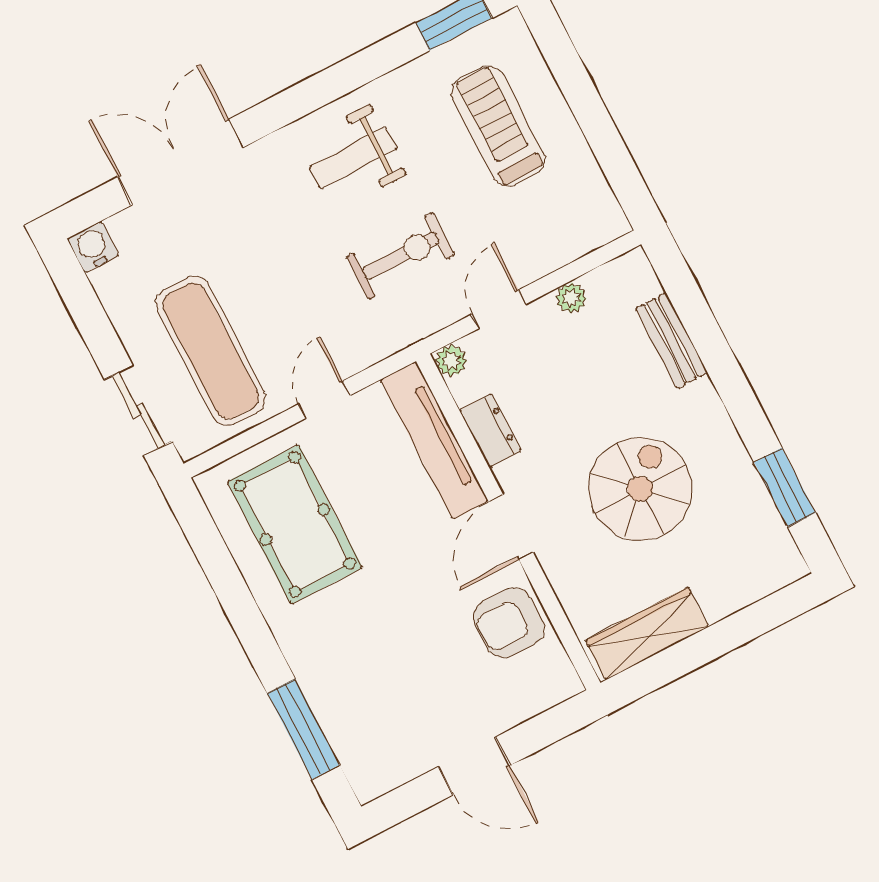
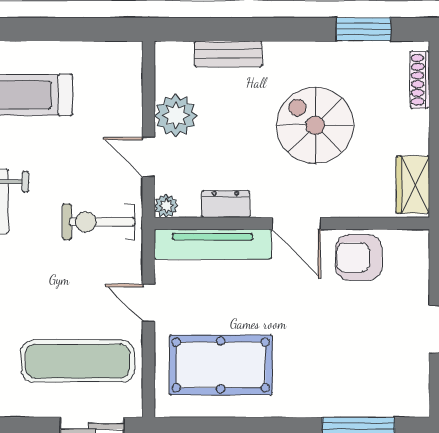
exercise bike: (401, 256) -> (99, 222), moved, turned -90
plant: (571, 298) -> (176, 115), width x1.87, depth x1.87
shoe rack: (759, 586) -> (420, 80), added
armchair: (509, 623) -> (359, 257), turned 90
wardrobe: (647, 634) -> (413, 185), width x0.67

